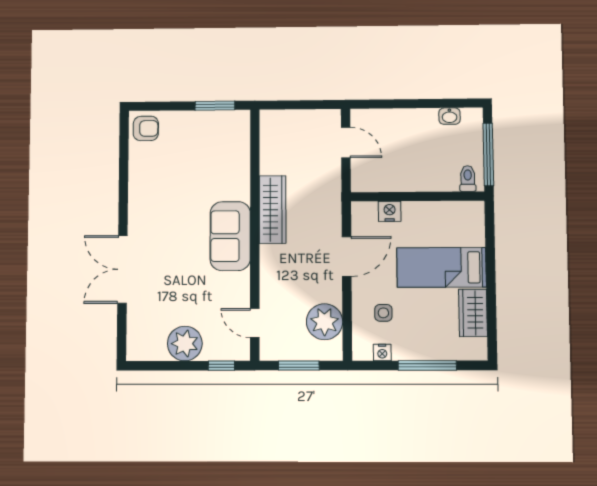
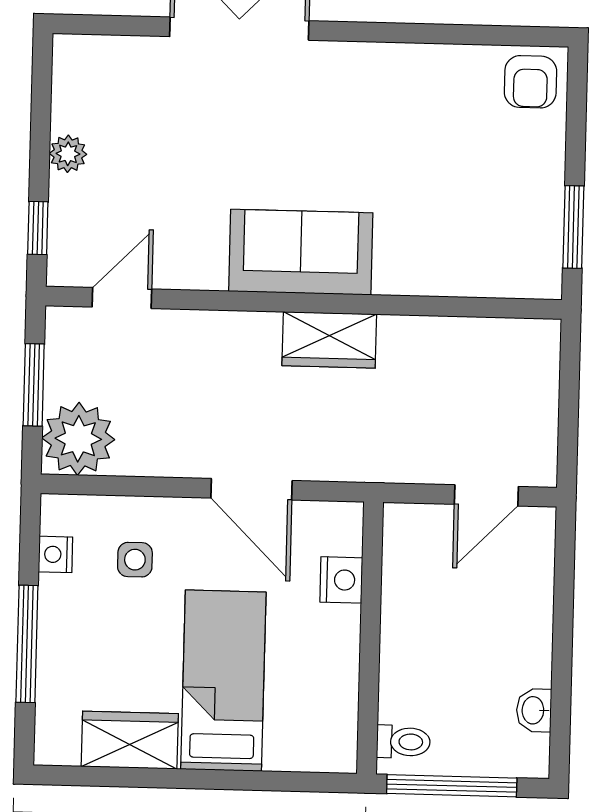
wardrobe: (272, 210) -> (329, 340), width x0.67
plant: (325, 322) -> (78, 439), moved
plant: (185, 344) -> (68, 154), width x0.53, depth x0.53

